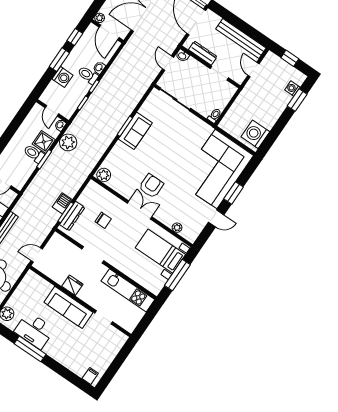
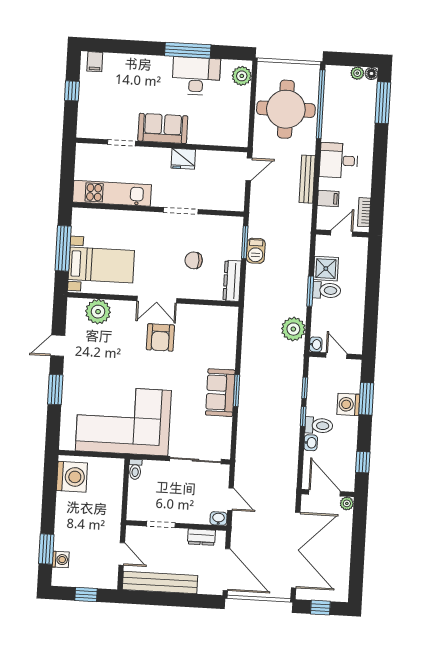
dresser: (203, 53) -> (201, 537), width x0.70
window: (59, 60) -> (366, 399), moved
shower: (44, 142) -> (326, 269), moved
corner sofa: (216, 169) -> (123, 421), moved, turned -90
plant: (104, 175) -> (226, 316), removed
dresser: (72, 216) -> (232, 281), moved
plant: (177, 228) -> (98, 312), width x1.87, depth x1.87
sofa: (68, 307) -> (163, 128), width x0.73
window: (115, 367) -> (72, 91), added

